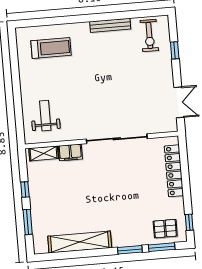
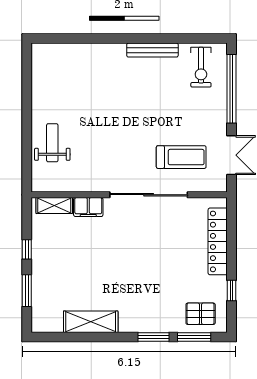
treadmill: (51, 48) -> (181, 157), moved
window: (175, 50) -> (232, 89), width x3.17
weight bench: (45, 116) -> (52, 143), moved
window: (189, 222) -> (232, 290), moved
shelving: (80, 242) -> (91, 322), width x0.68

